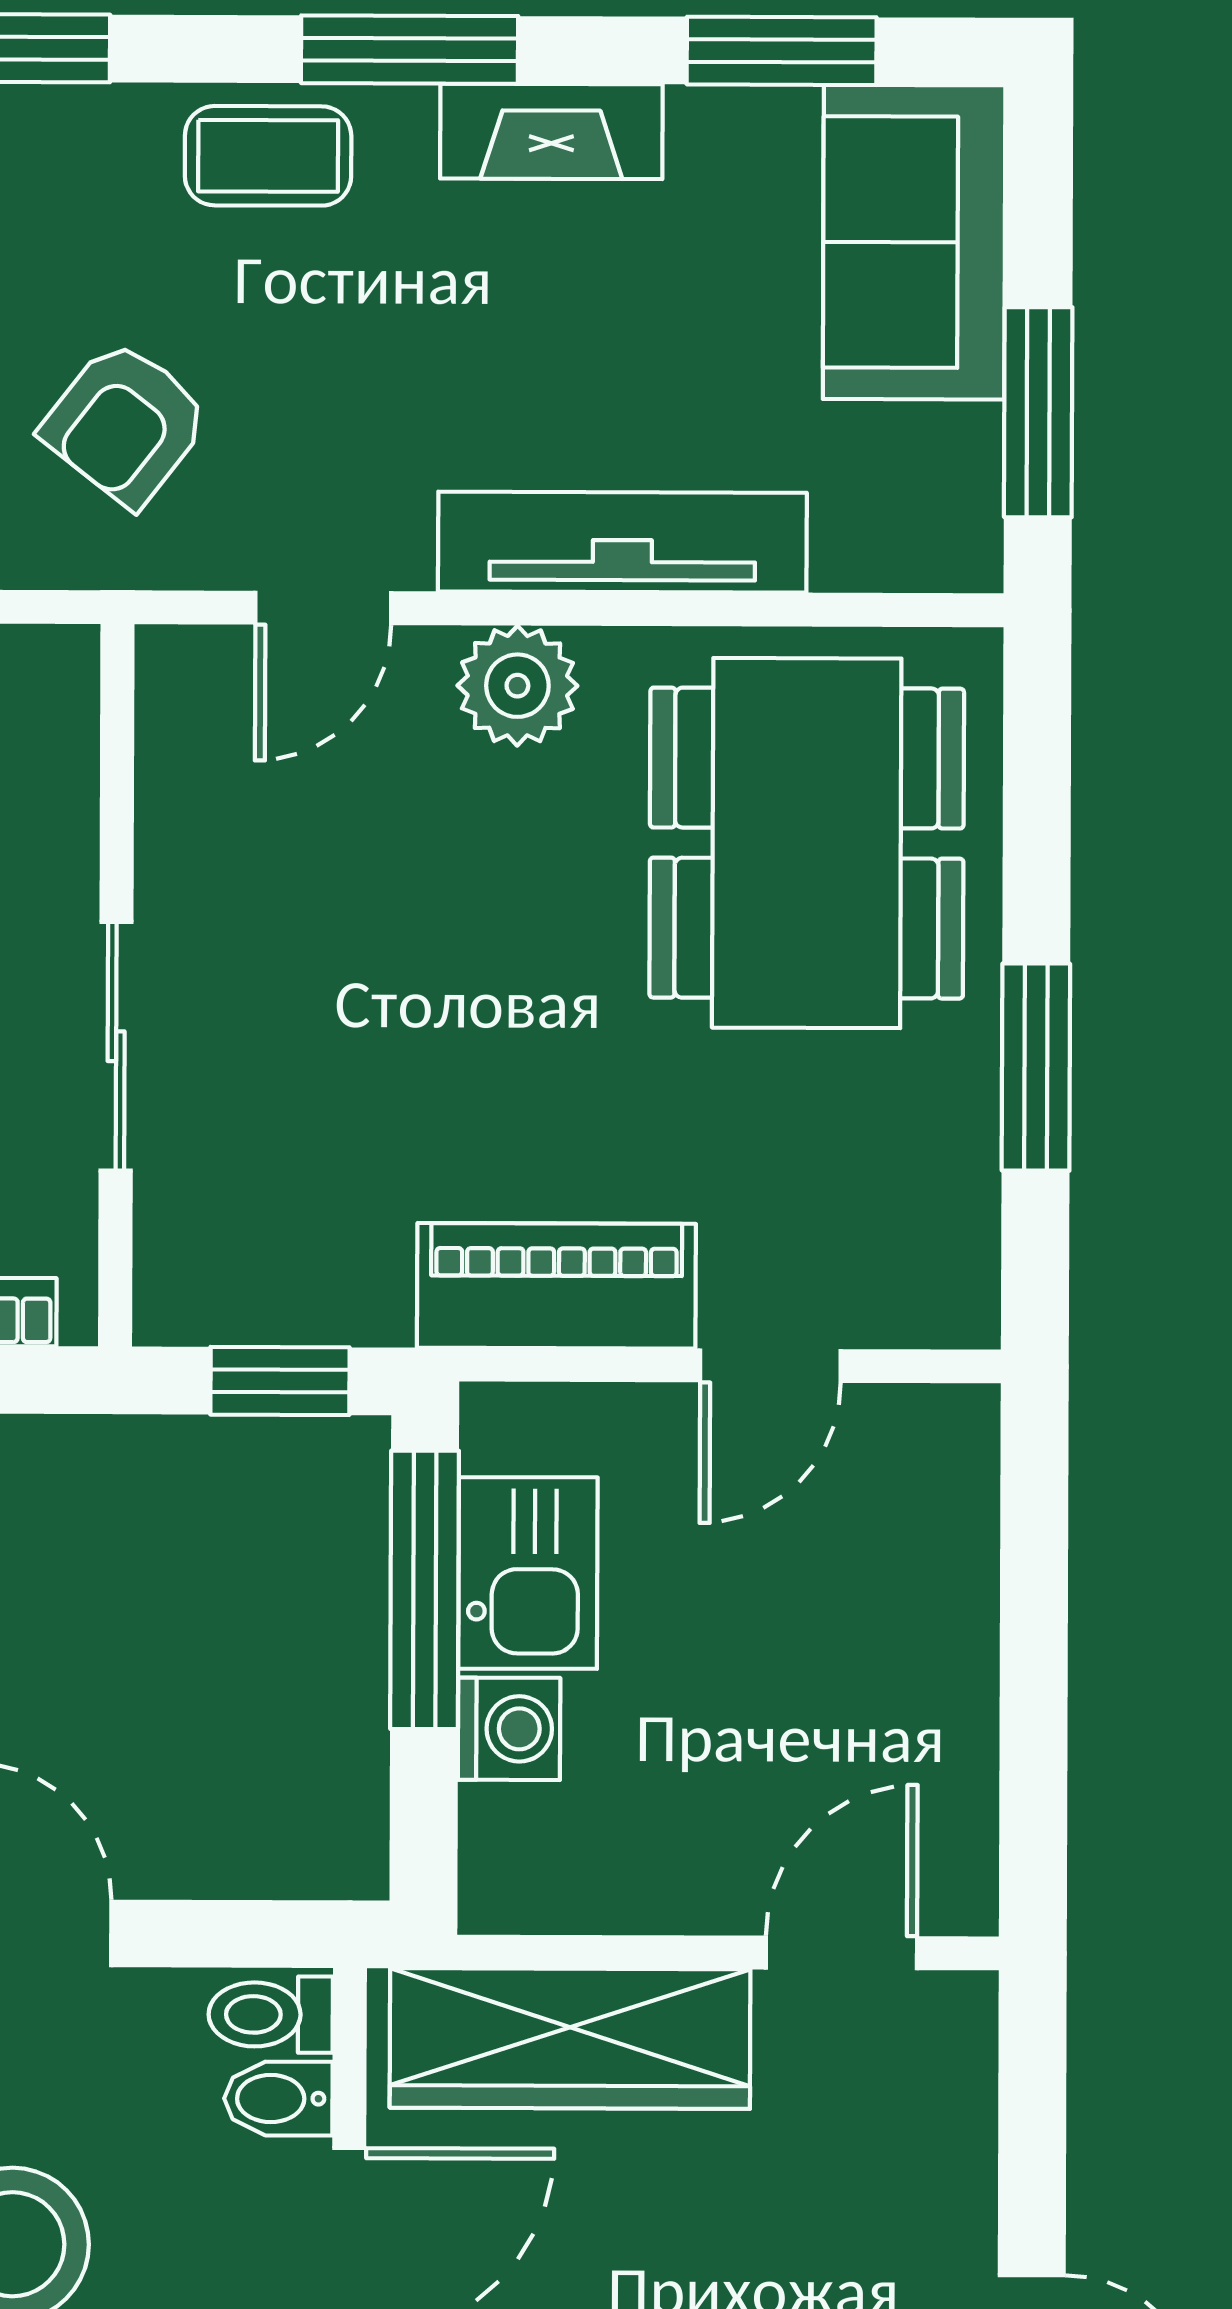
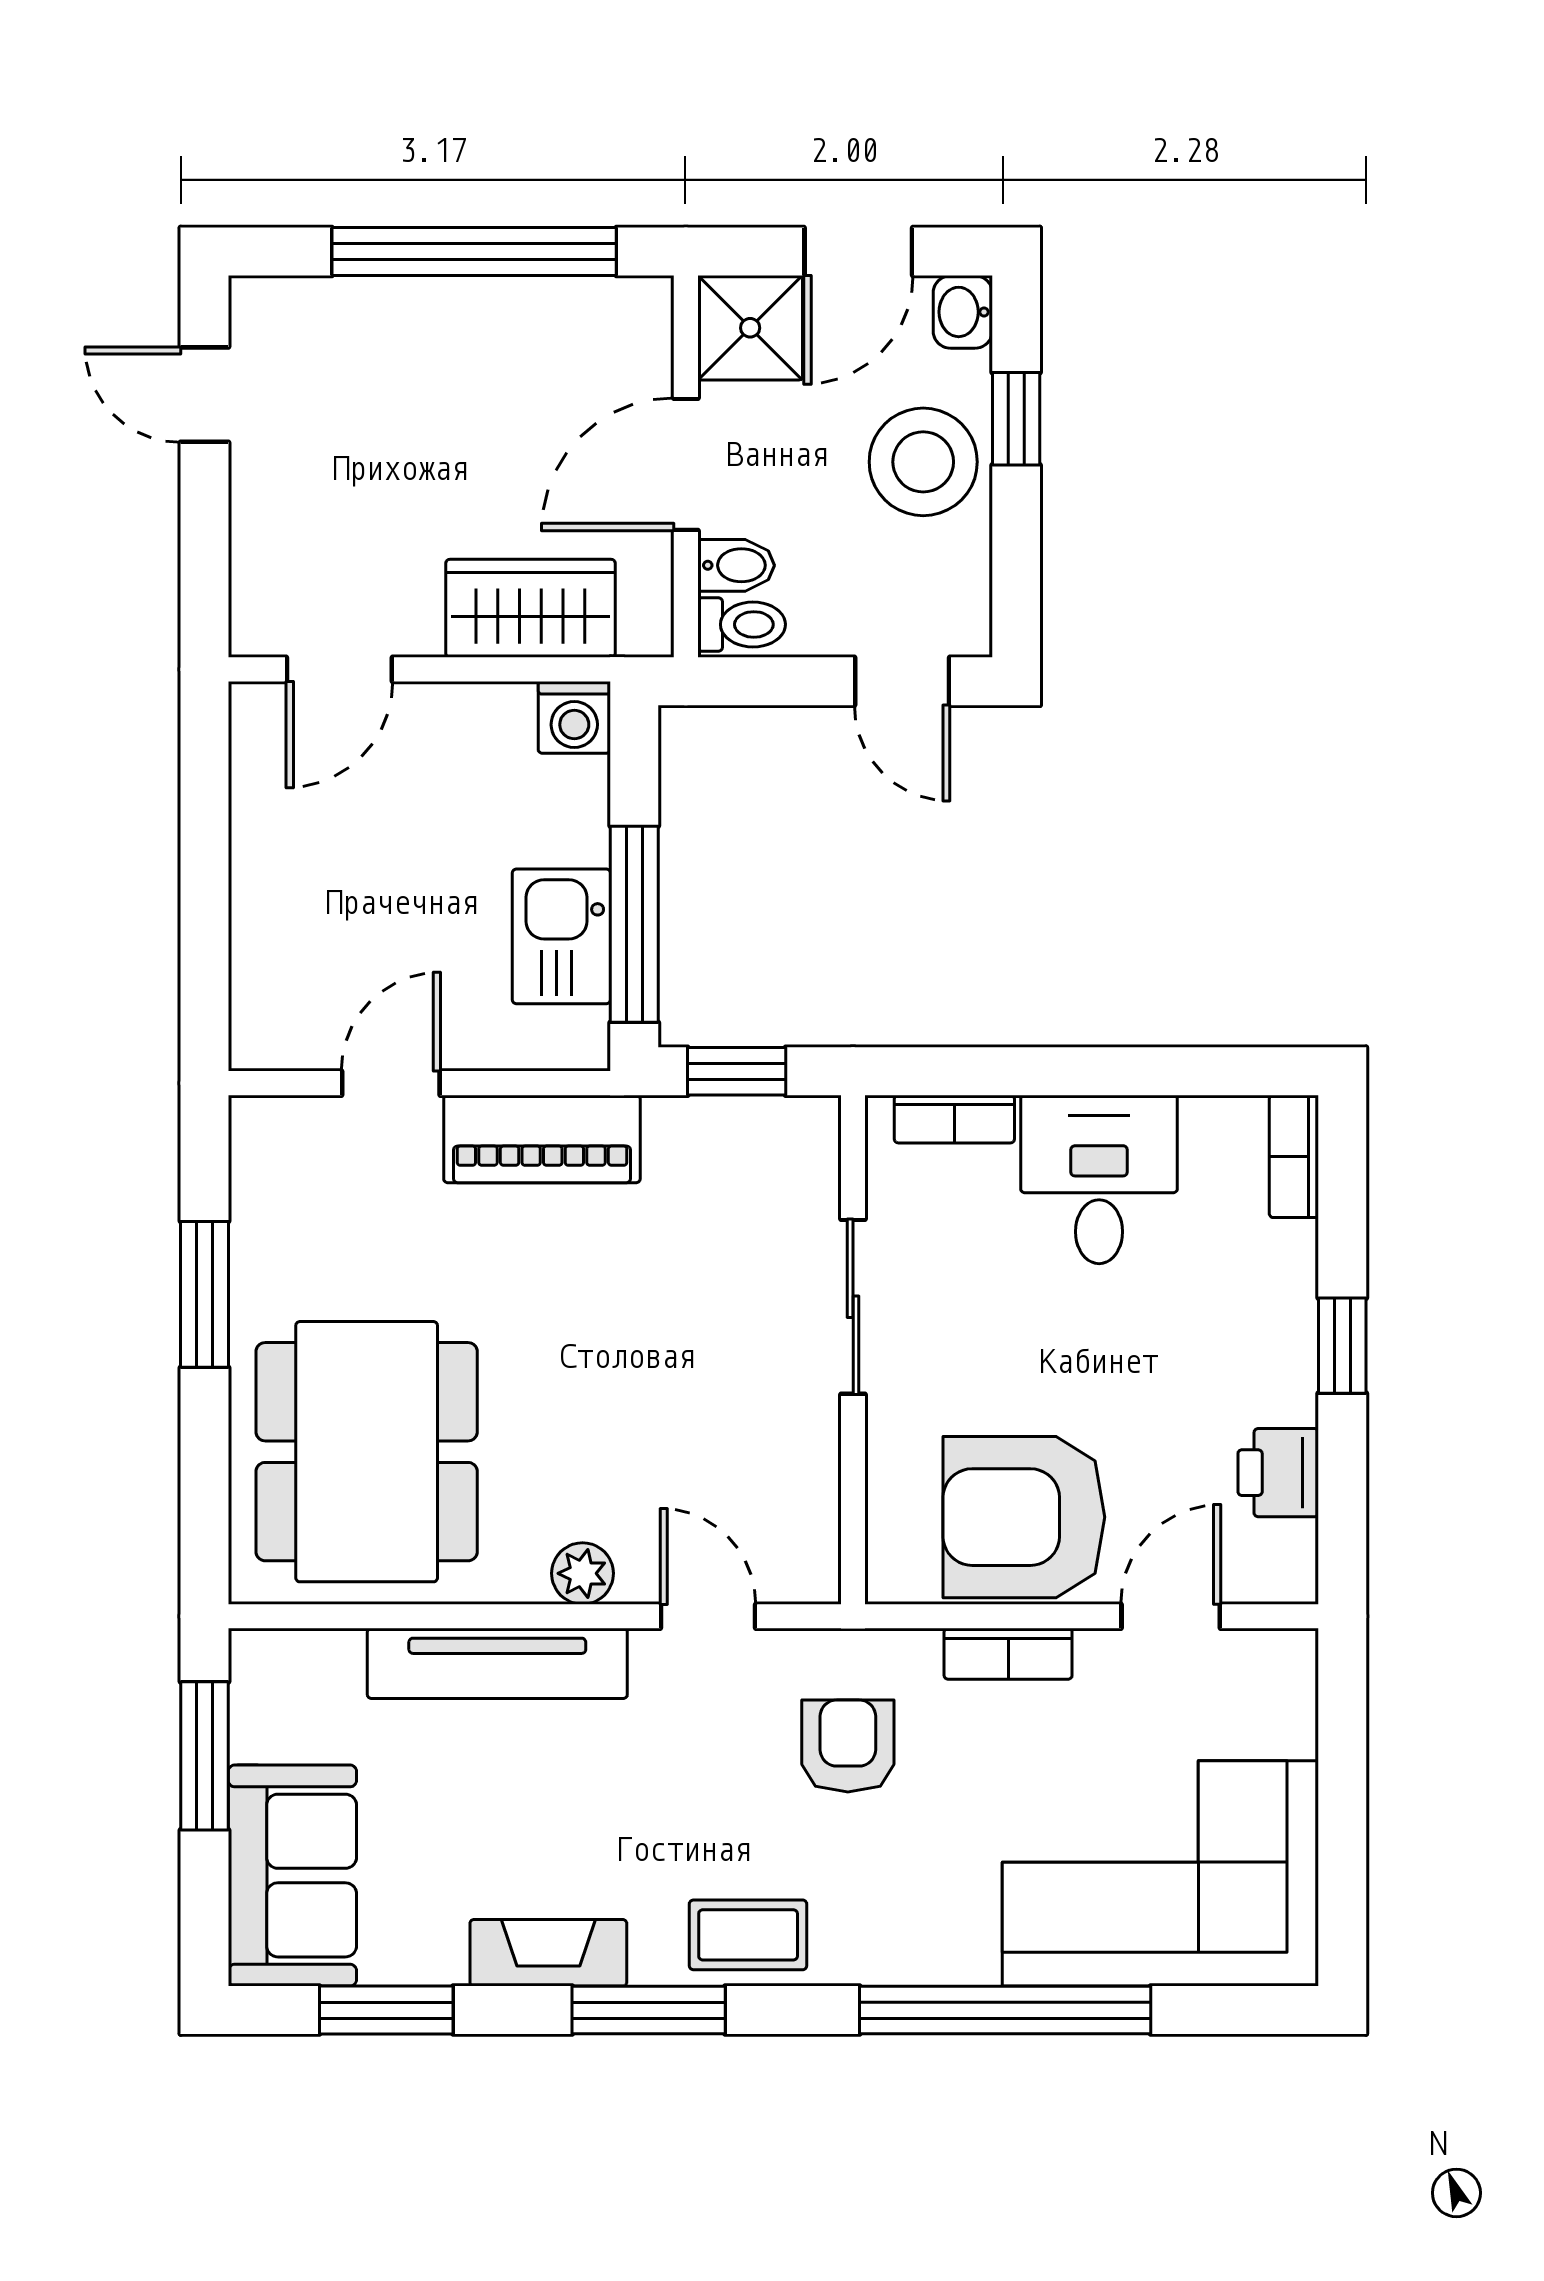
armchair: (126, 423) -> (848, 1746), turned -38
door: (323, 608) -> (708, 1616), hinge flipped
plant: (517, 686) -> (583, 1573), width x0.73, depth x0.73
washing machine: (509, 1729) -> (574, 717), moved, turned -90
wardrobe: (570, 2038) -> (531, 608), width x0.67

